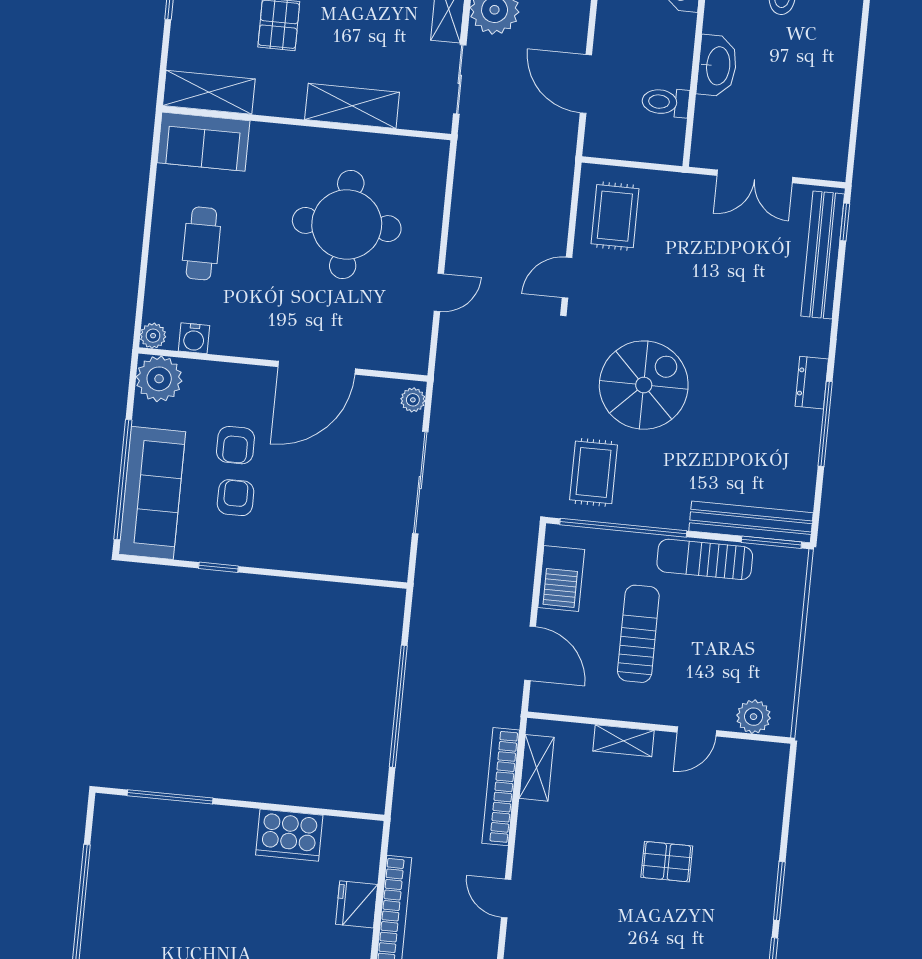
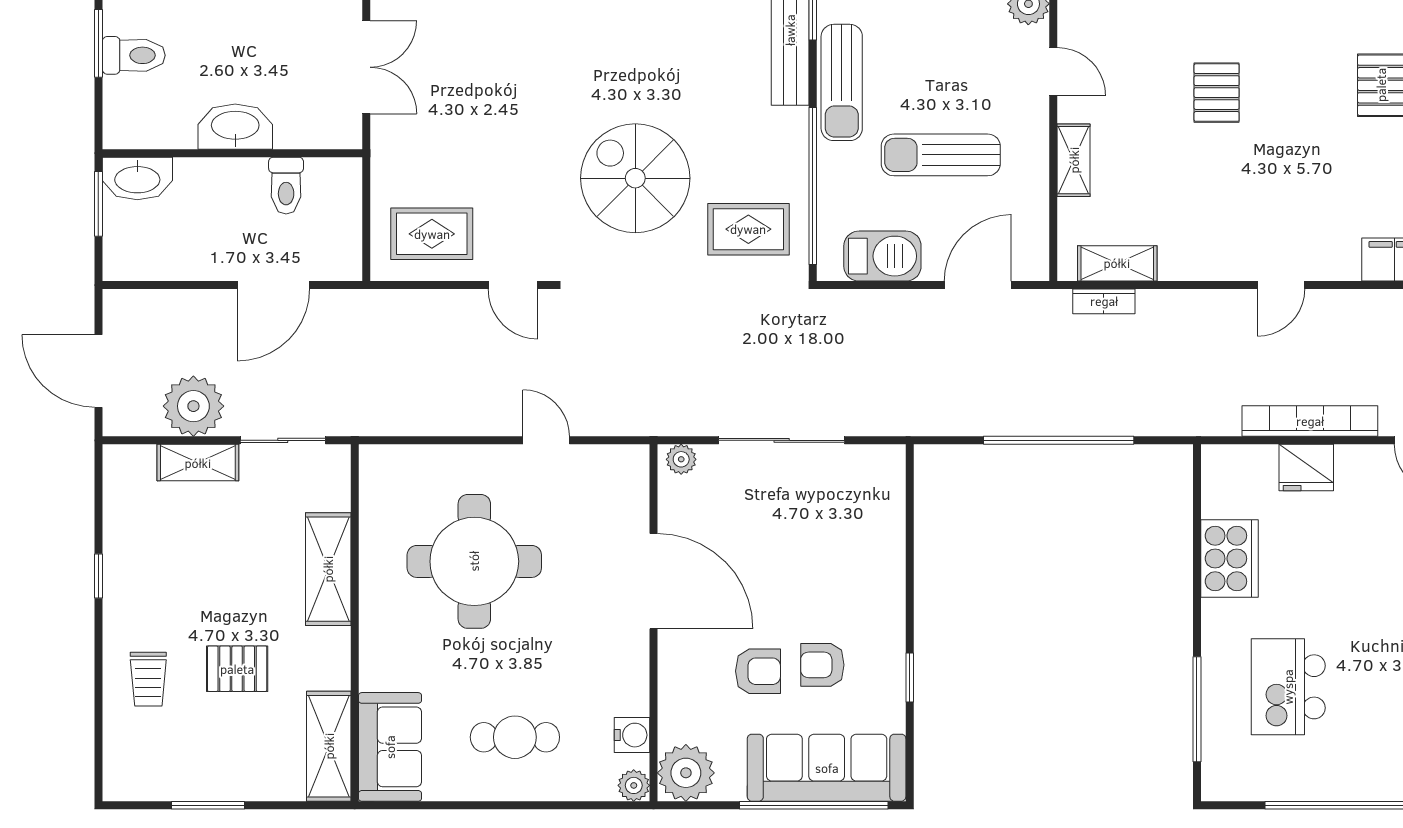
bookcase: (501, 787) -> (1104, 301), width x0.43, depth x0.76
kitchen island: (181, 873) -> (1288, 687), added

